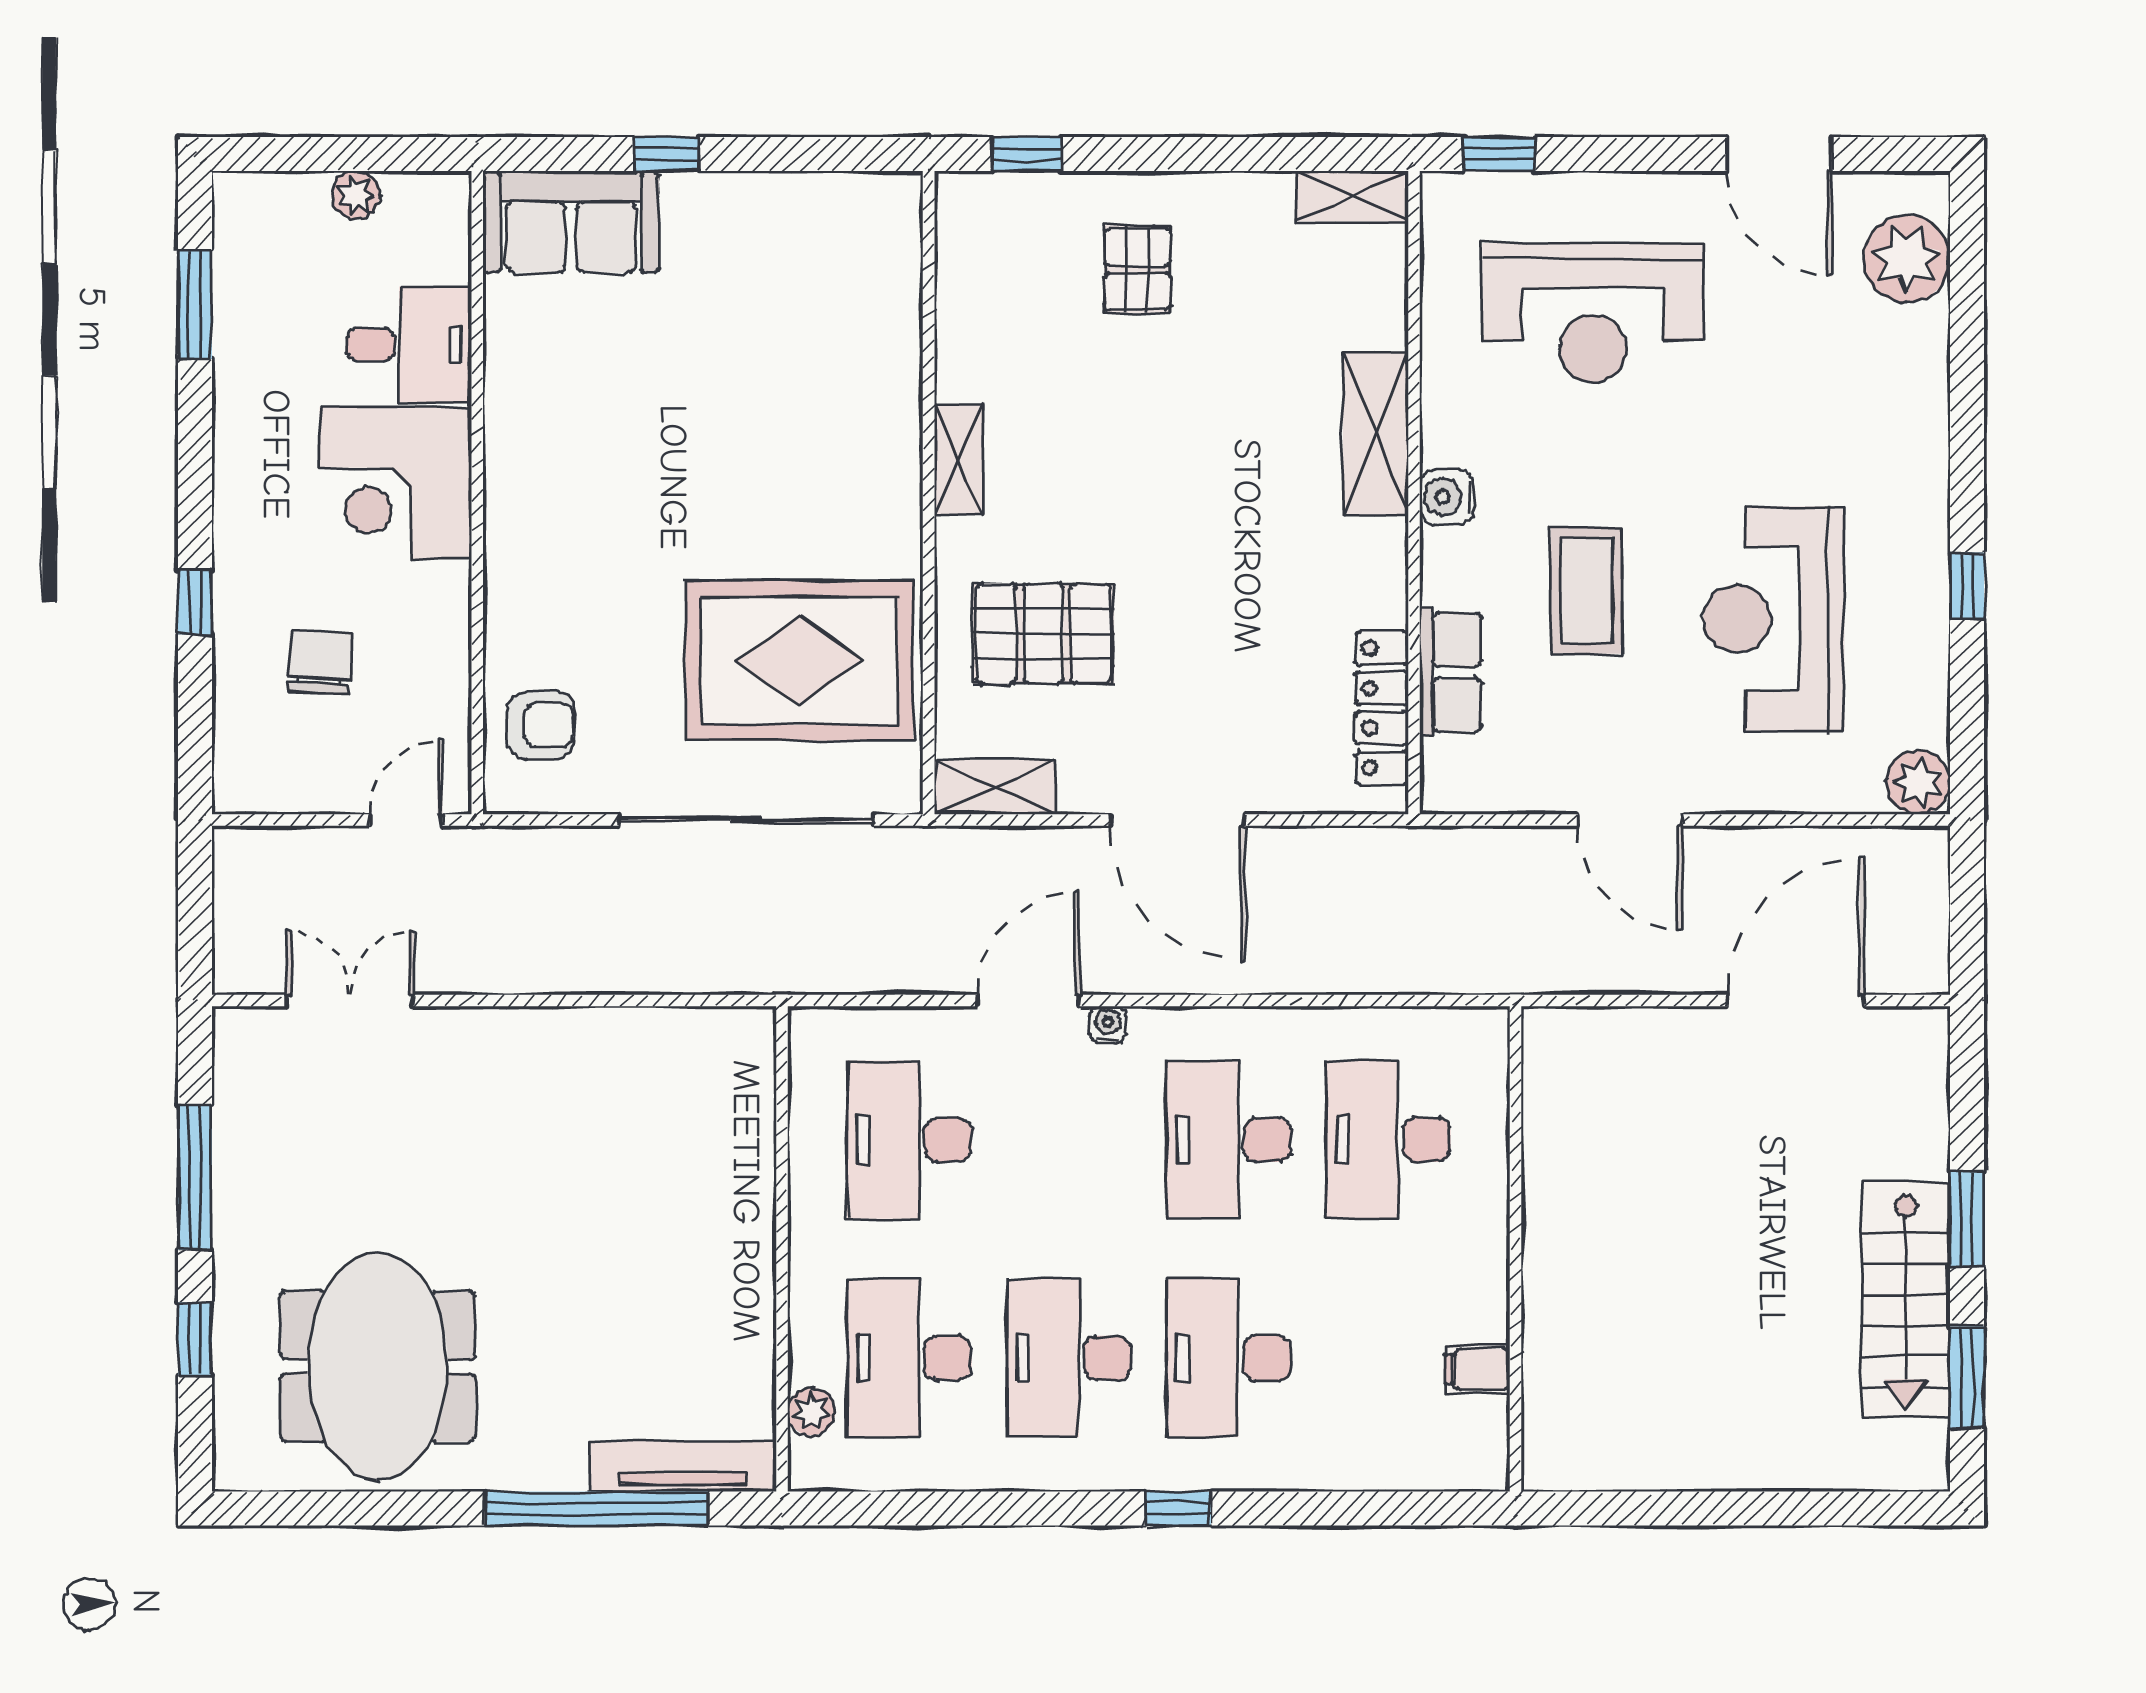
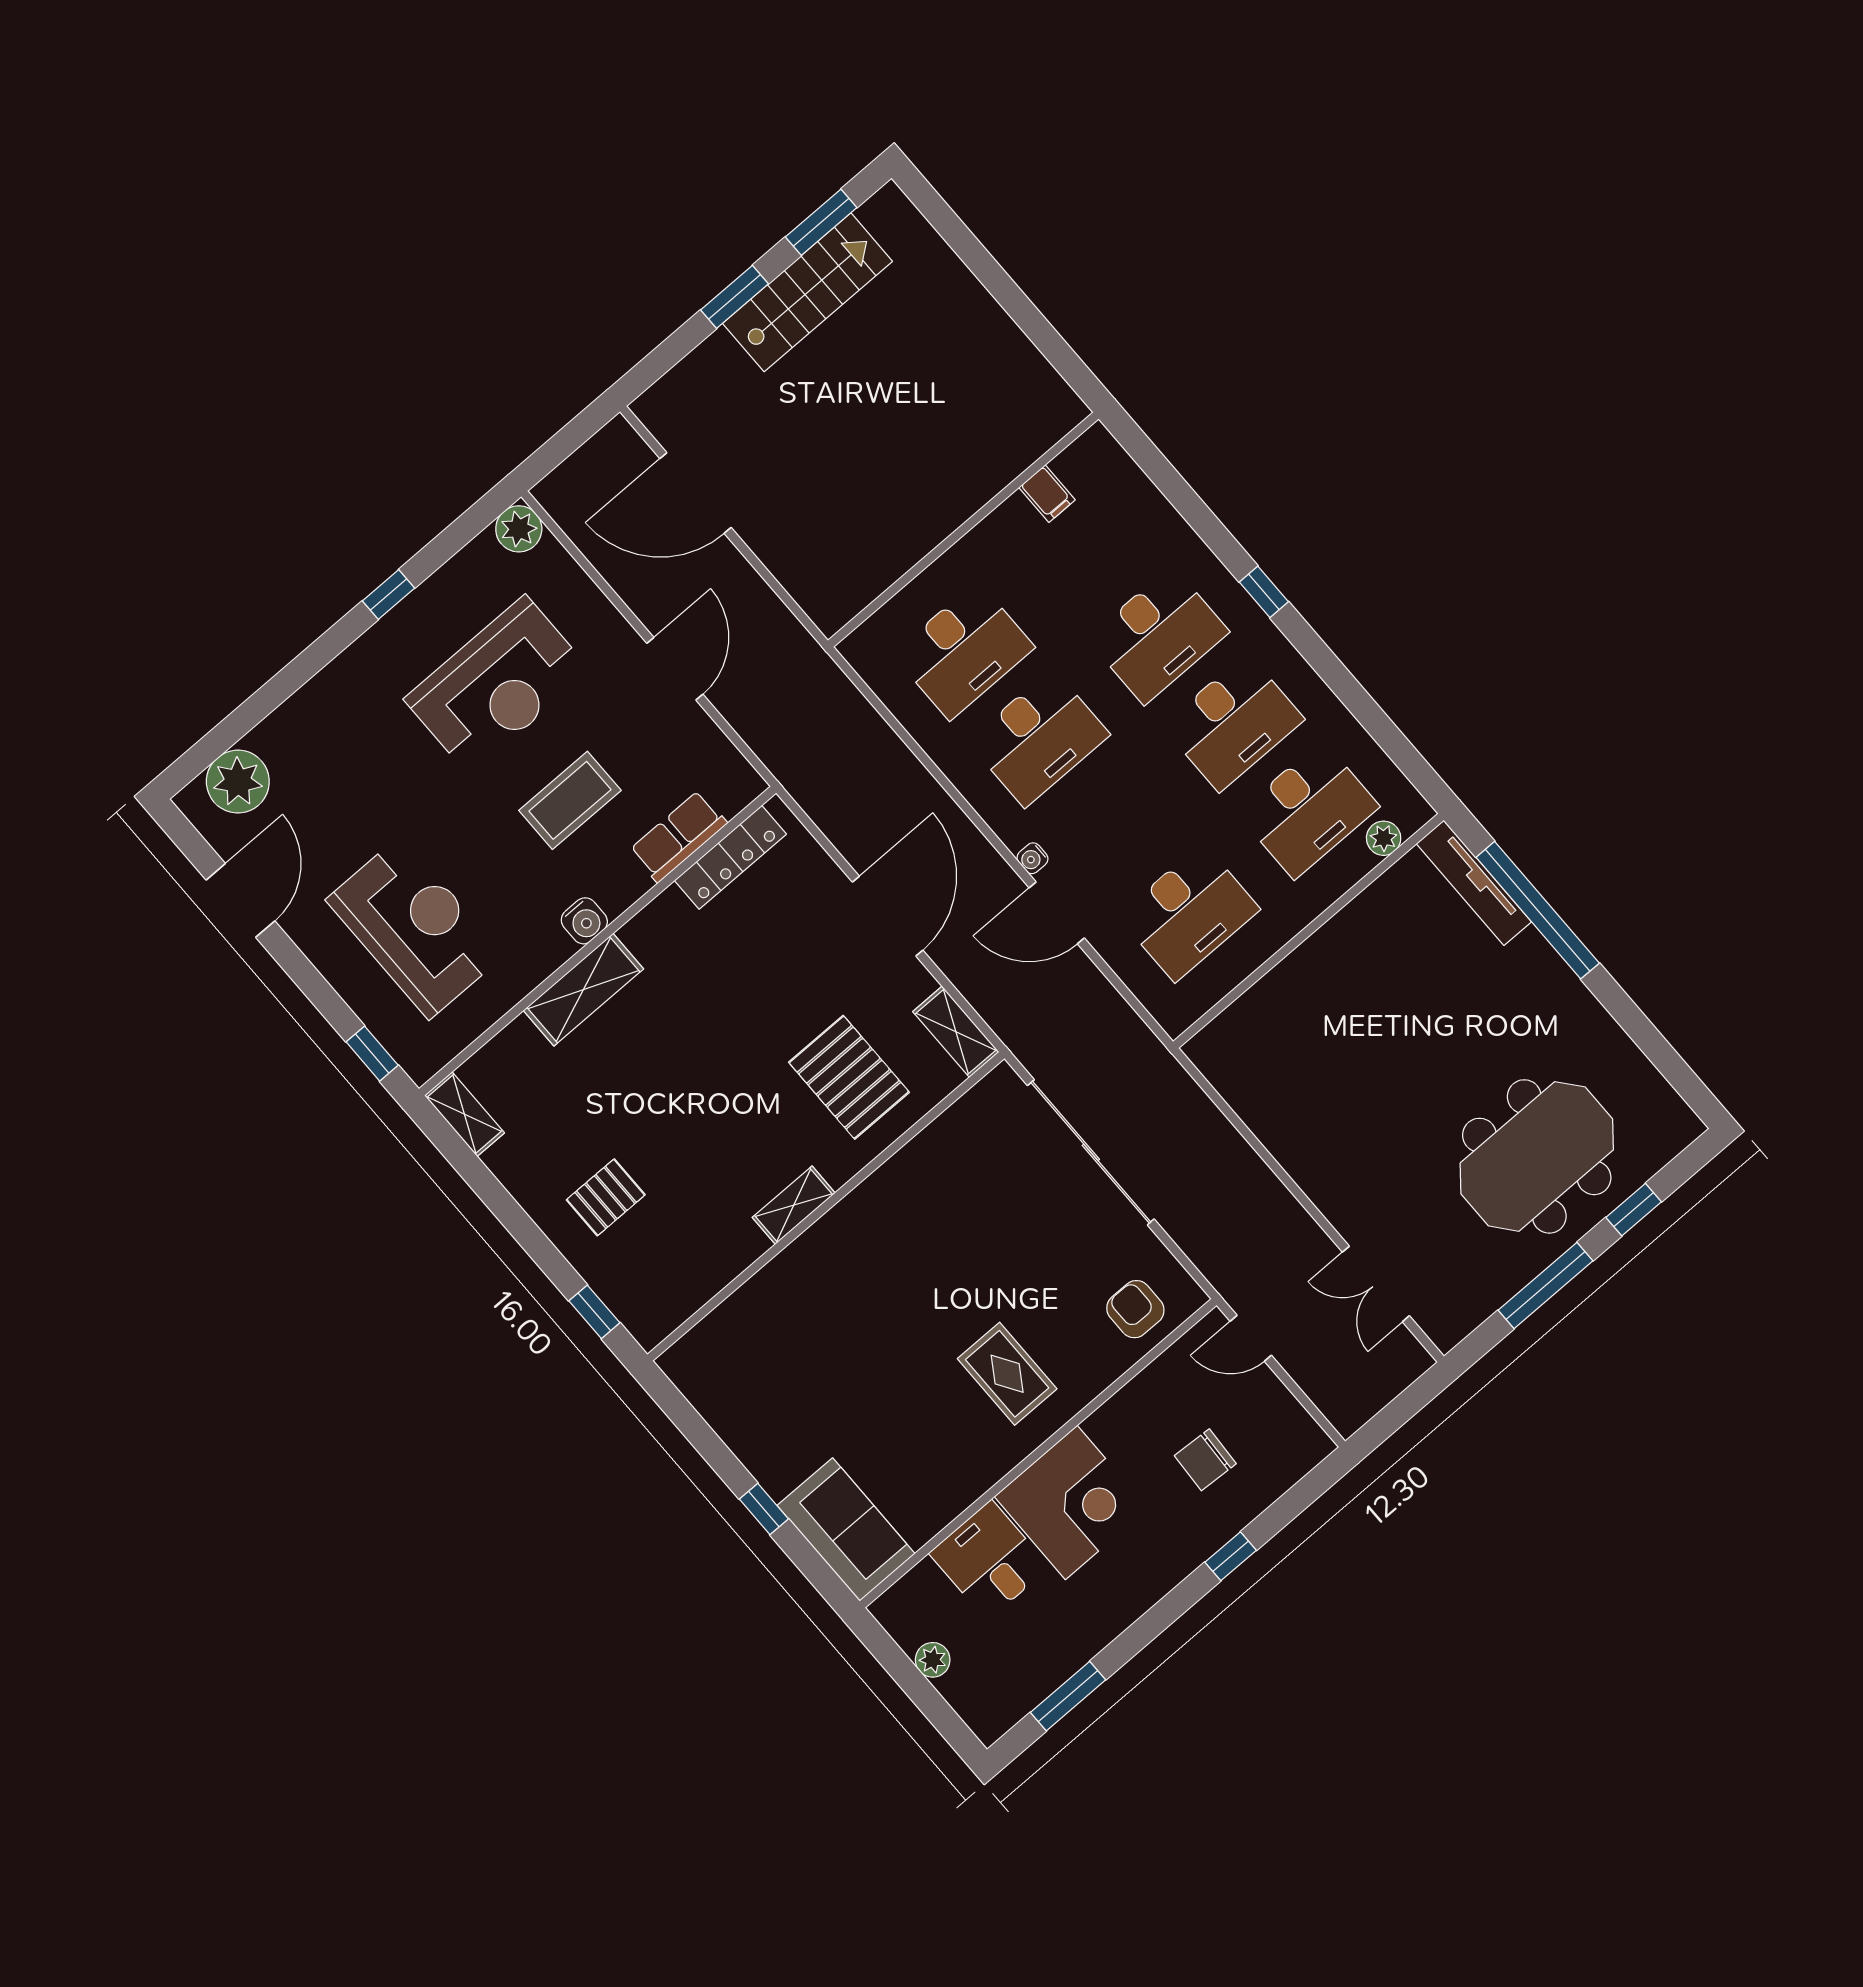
rug: (799, 661) -> (1007, 1374), moved, width x0.54, depth x0.49
meeting table: (378, 1366) -> (1537, 1156), moved

